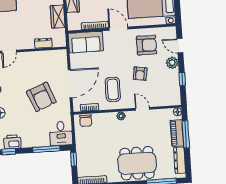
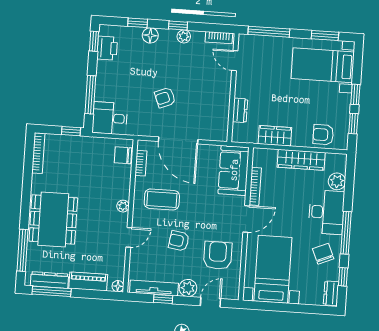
armchair: (147, 45) -> (218, 255), turned 180
tv unit: (175, 87) -> (154, 288), added
armchair: (41, 97) -> (165, 98), width x0.53, depth x0.53
window: (186, 134) -> (52, 291), moved

